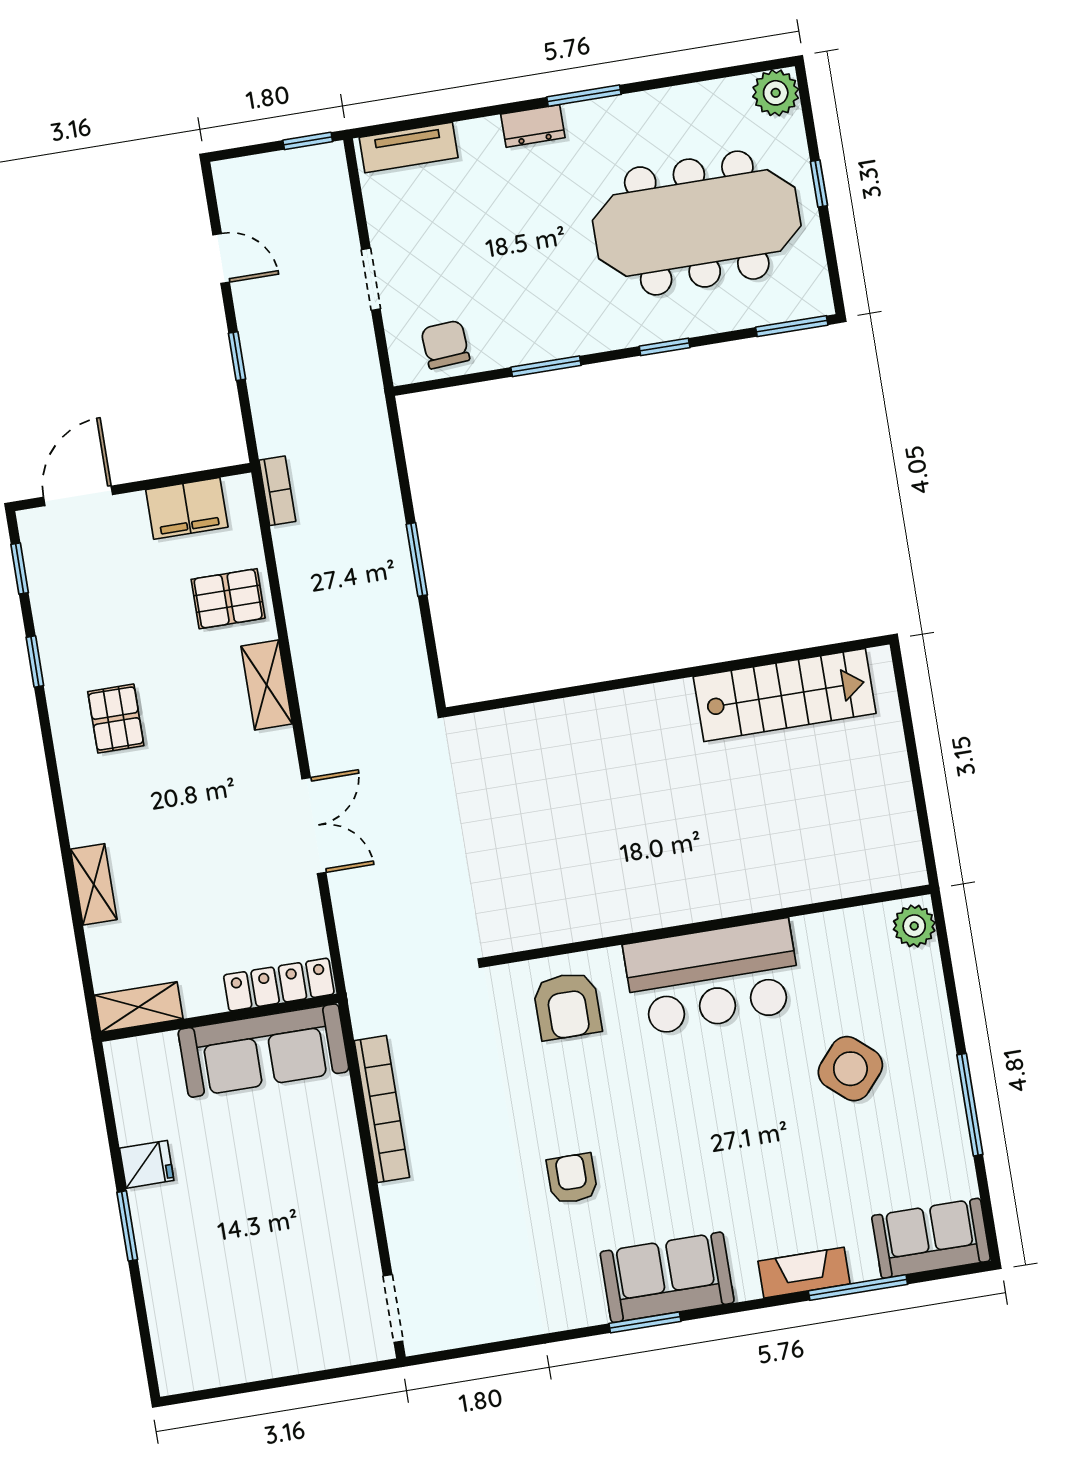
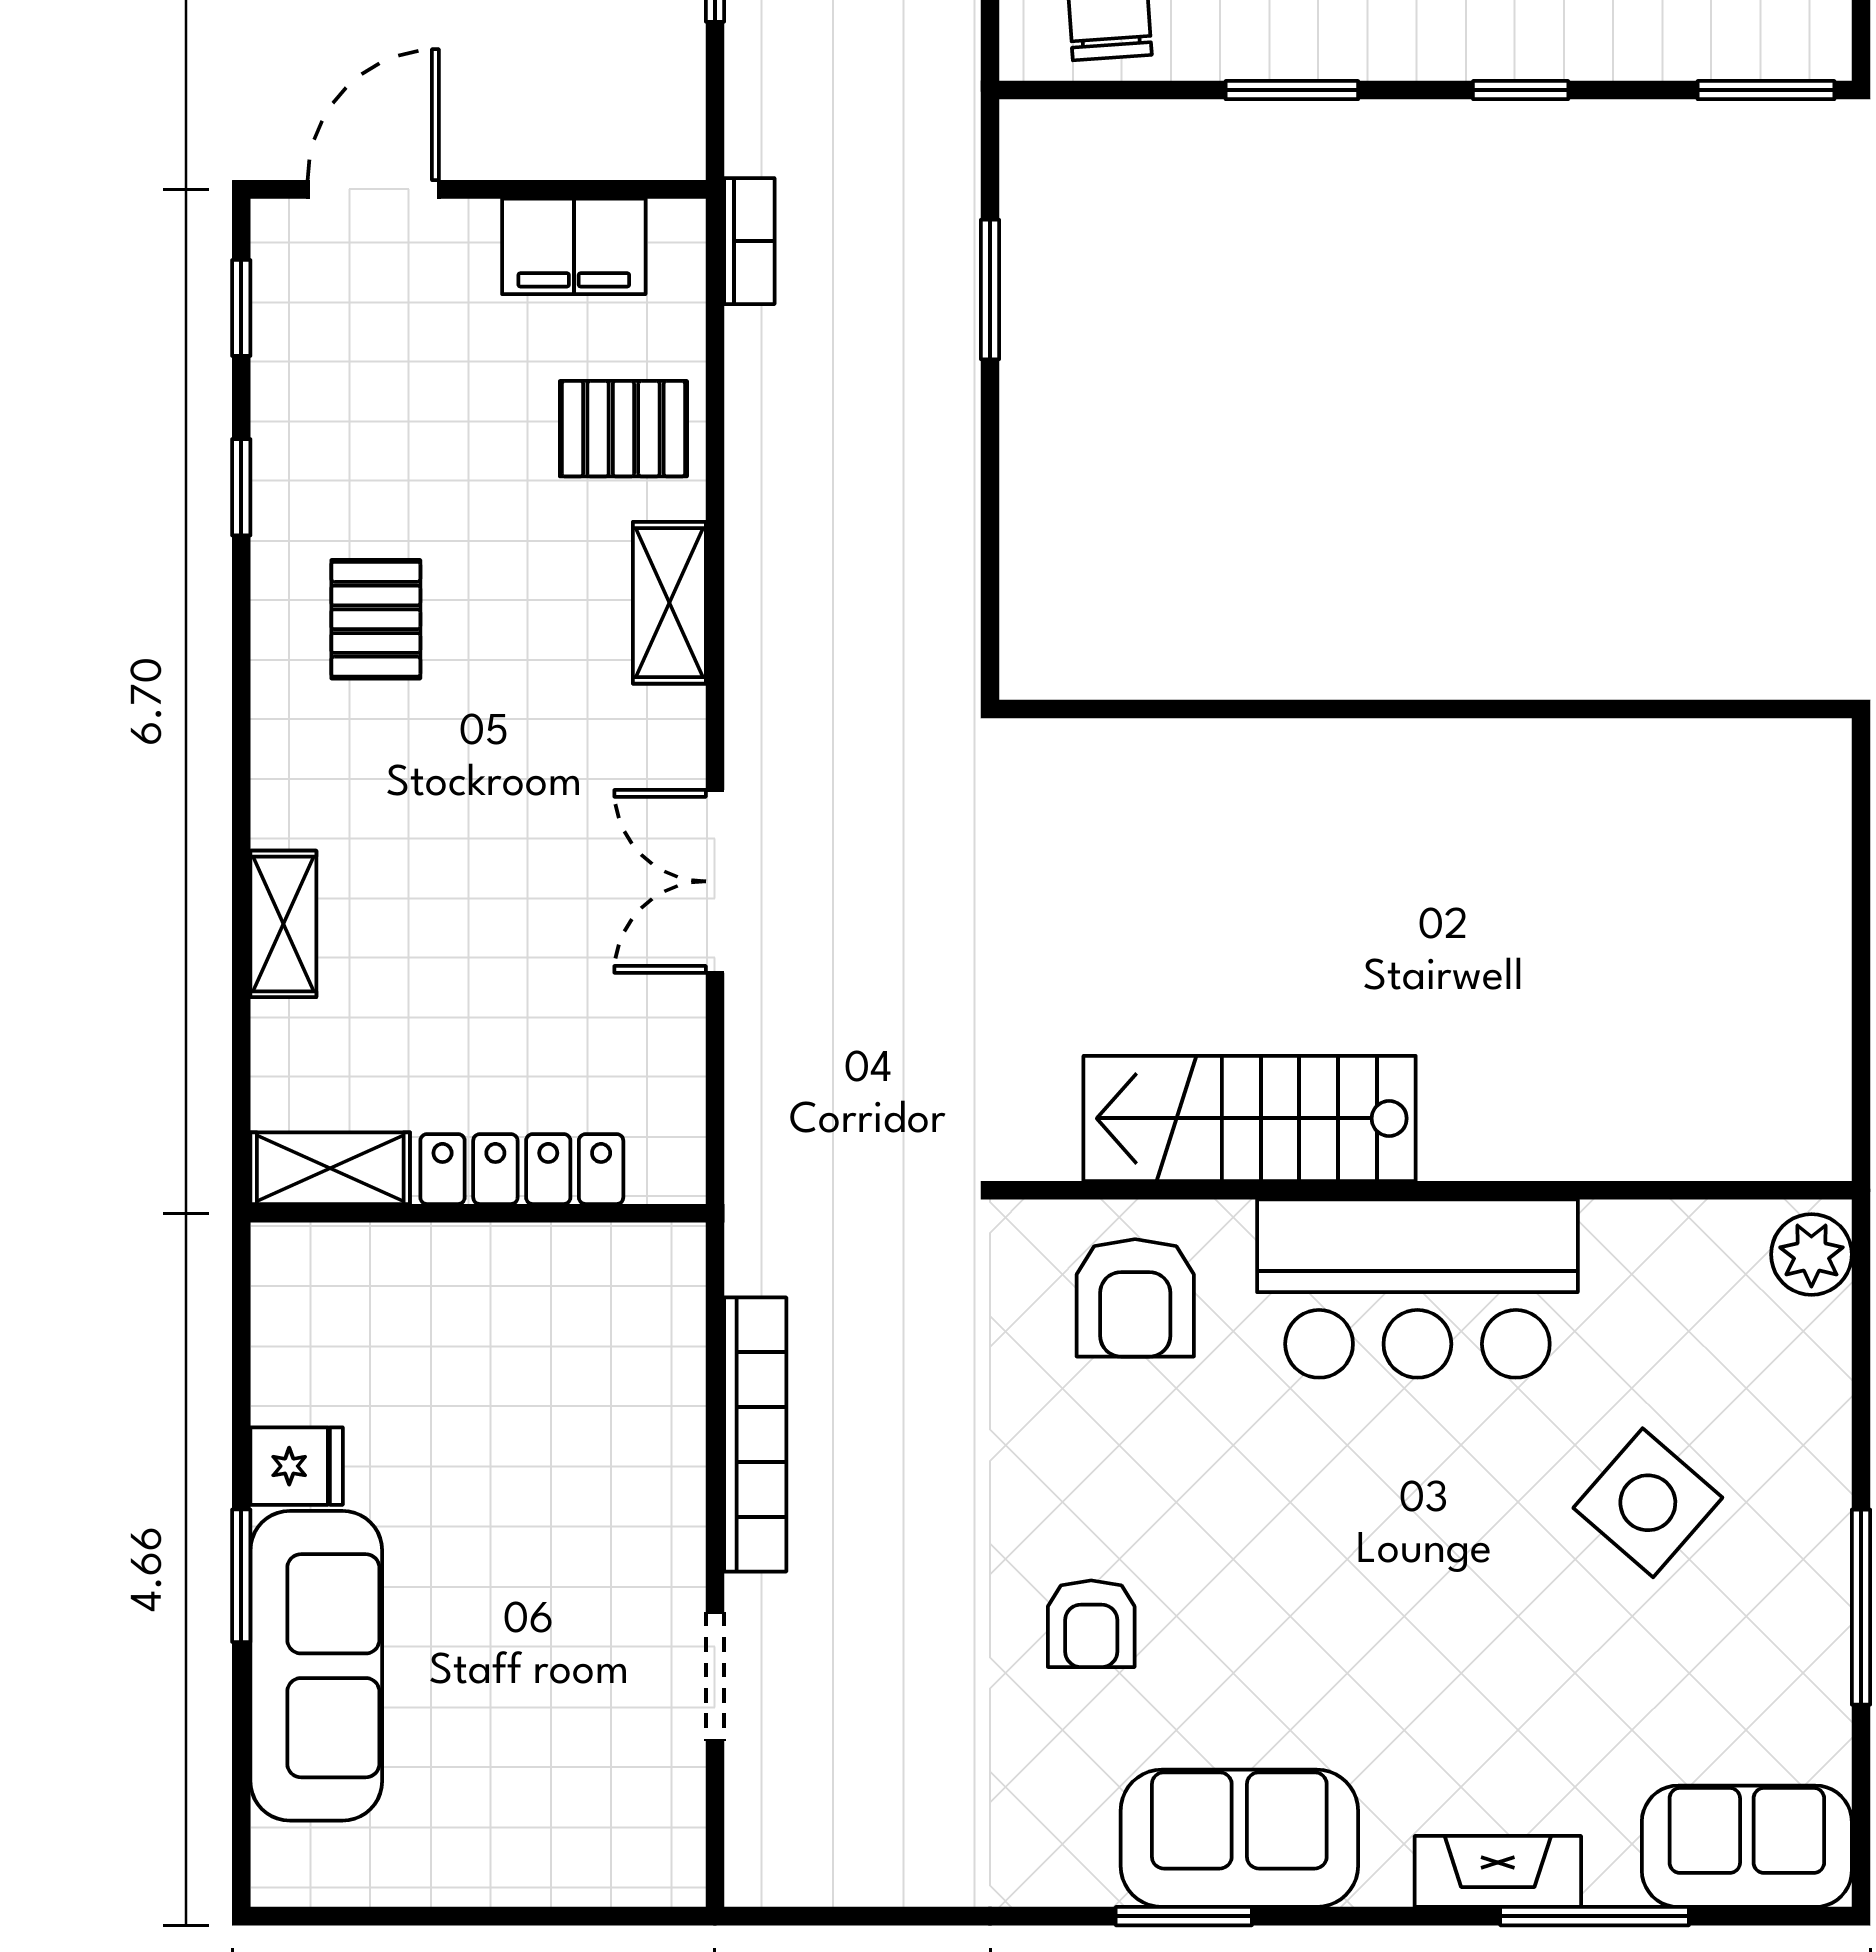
window: (417, 559) -> (990, 289), moved
stairs: (785, 695) -> (1250, 1118), moved, turned 180
double door: (314, 826) -> (715, 881), swing flipped
locker: (279, 985) -> (522, 1169), moved
sofa: (263, 1051) -> (316, 1666), moved, turned -90
armchair: (572, 1179) -> (1091, 1624), turned 180
doorway: (393, 1308) -> (715, 1676), moved

